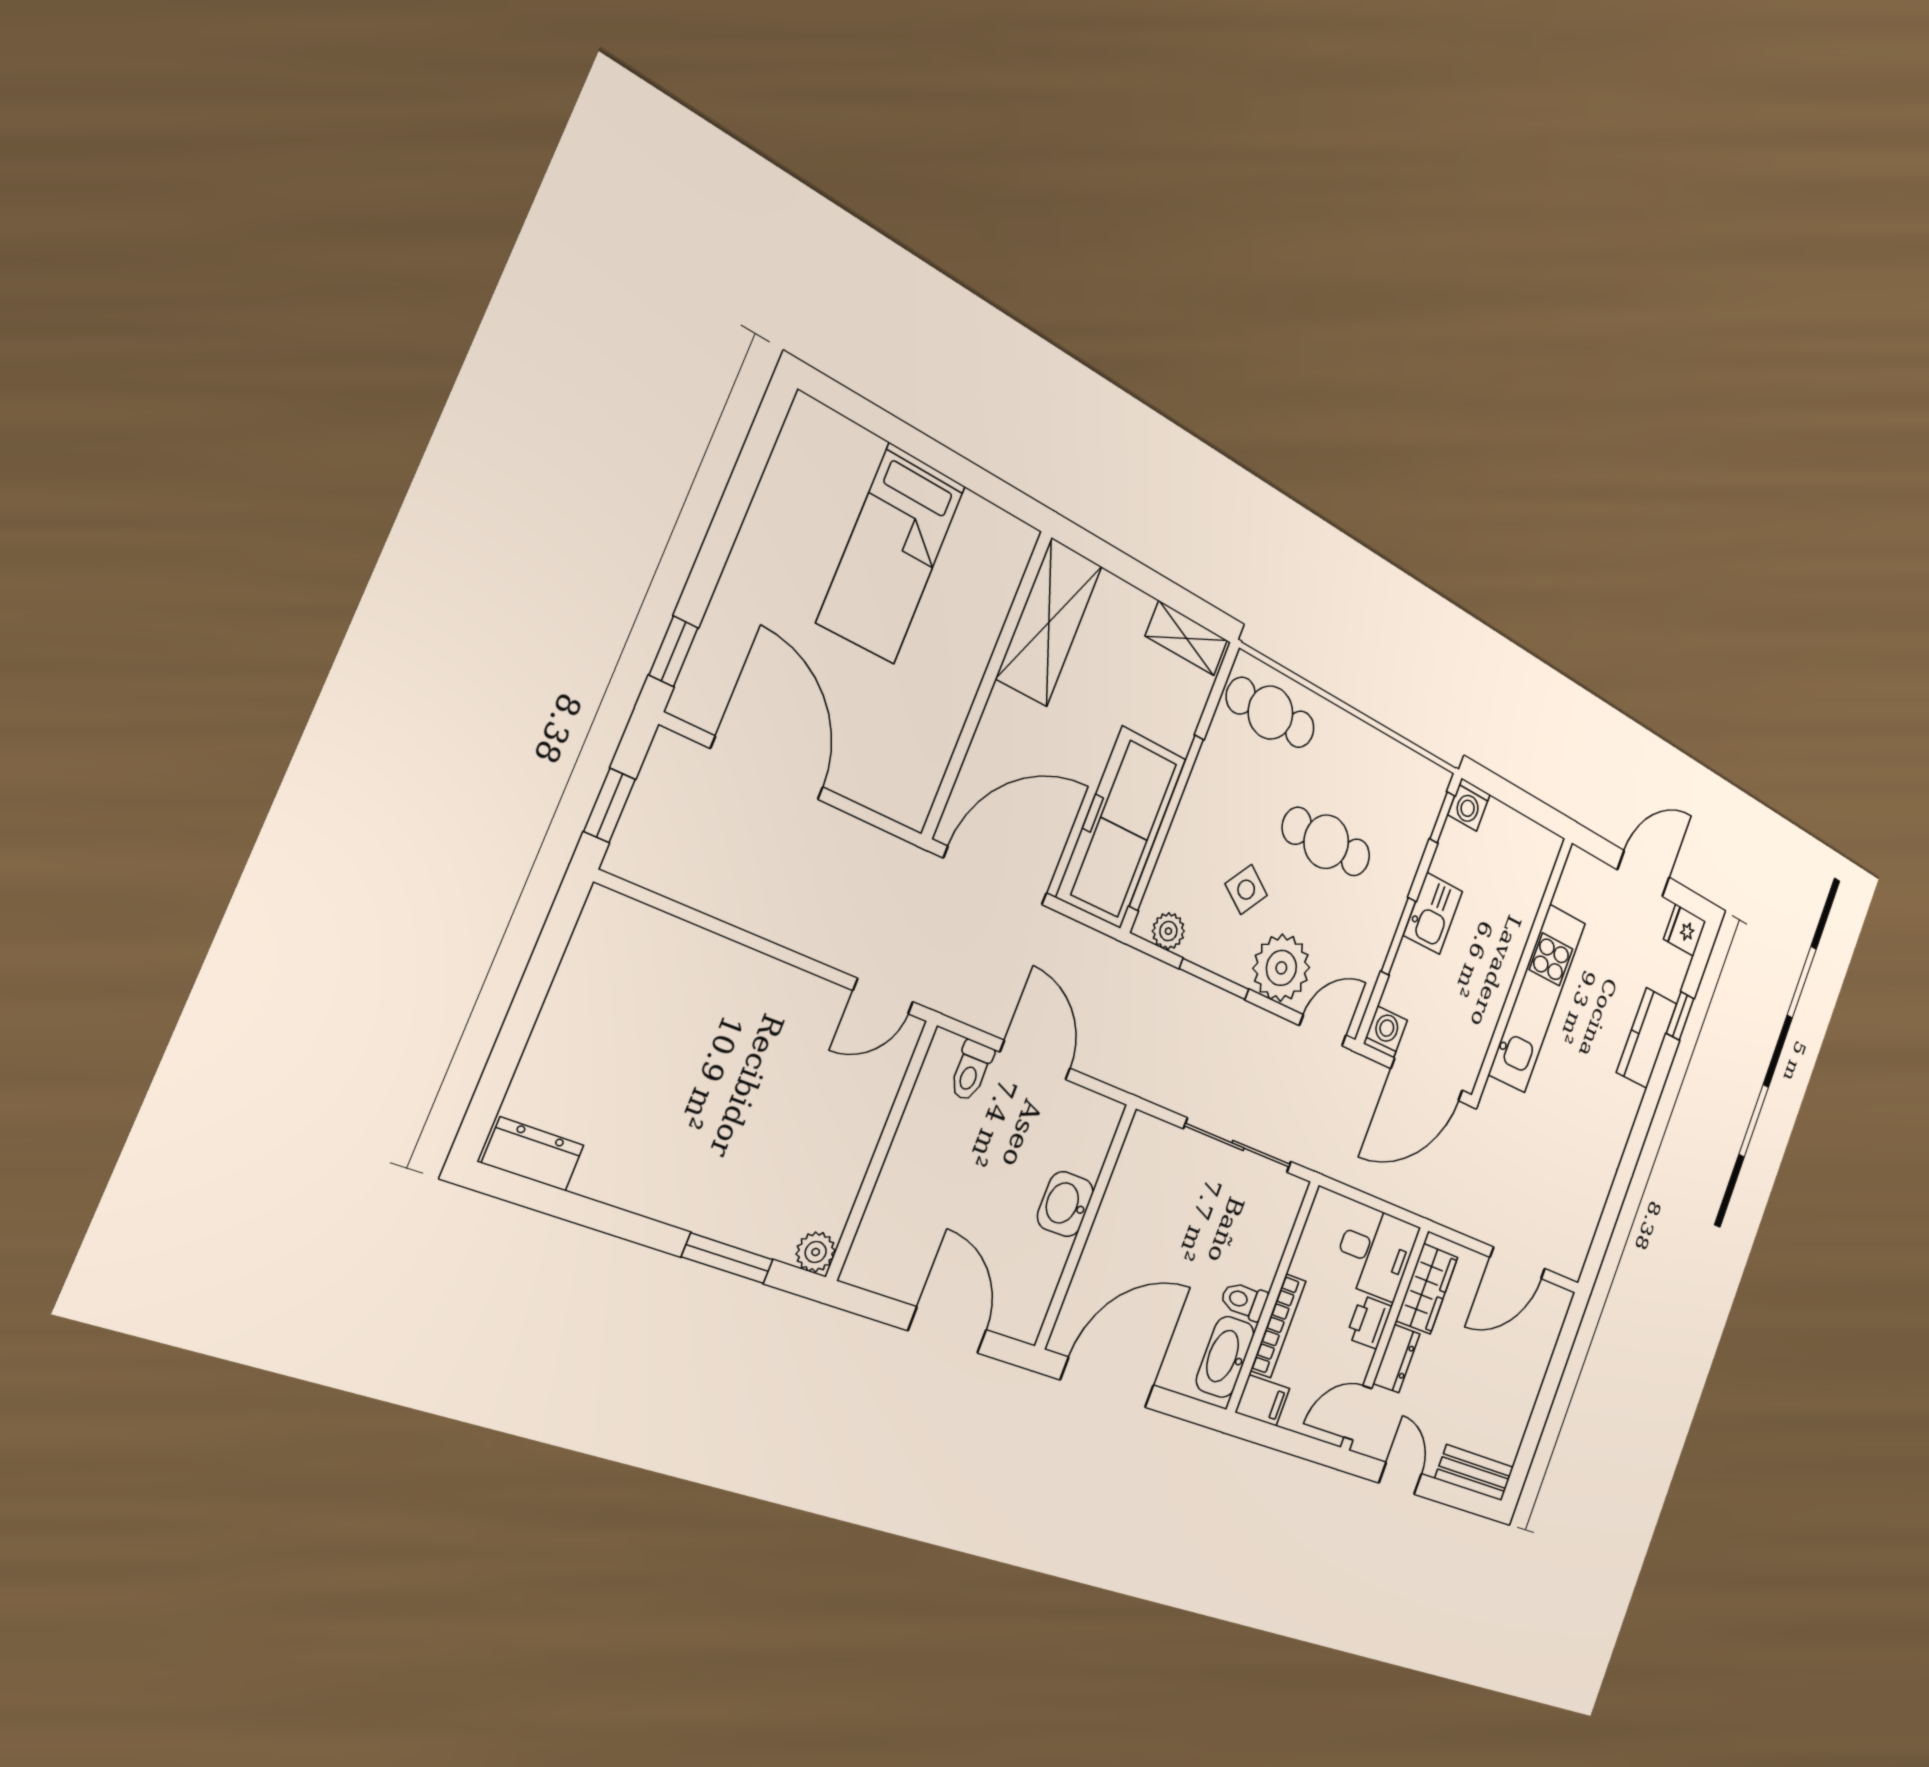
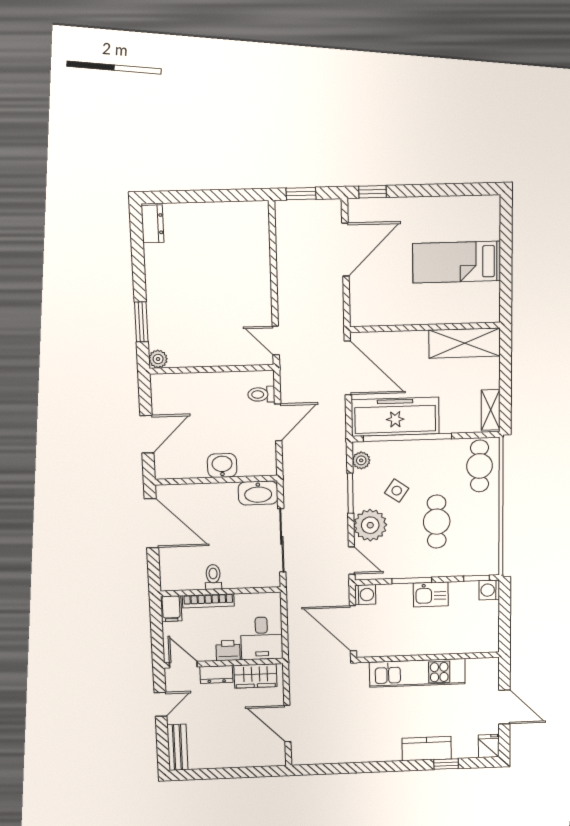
washbasin: (1225, 1357) -> (258, 493), moved, turned 180

